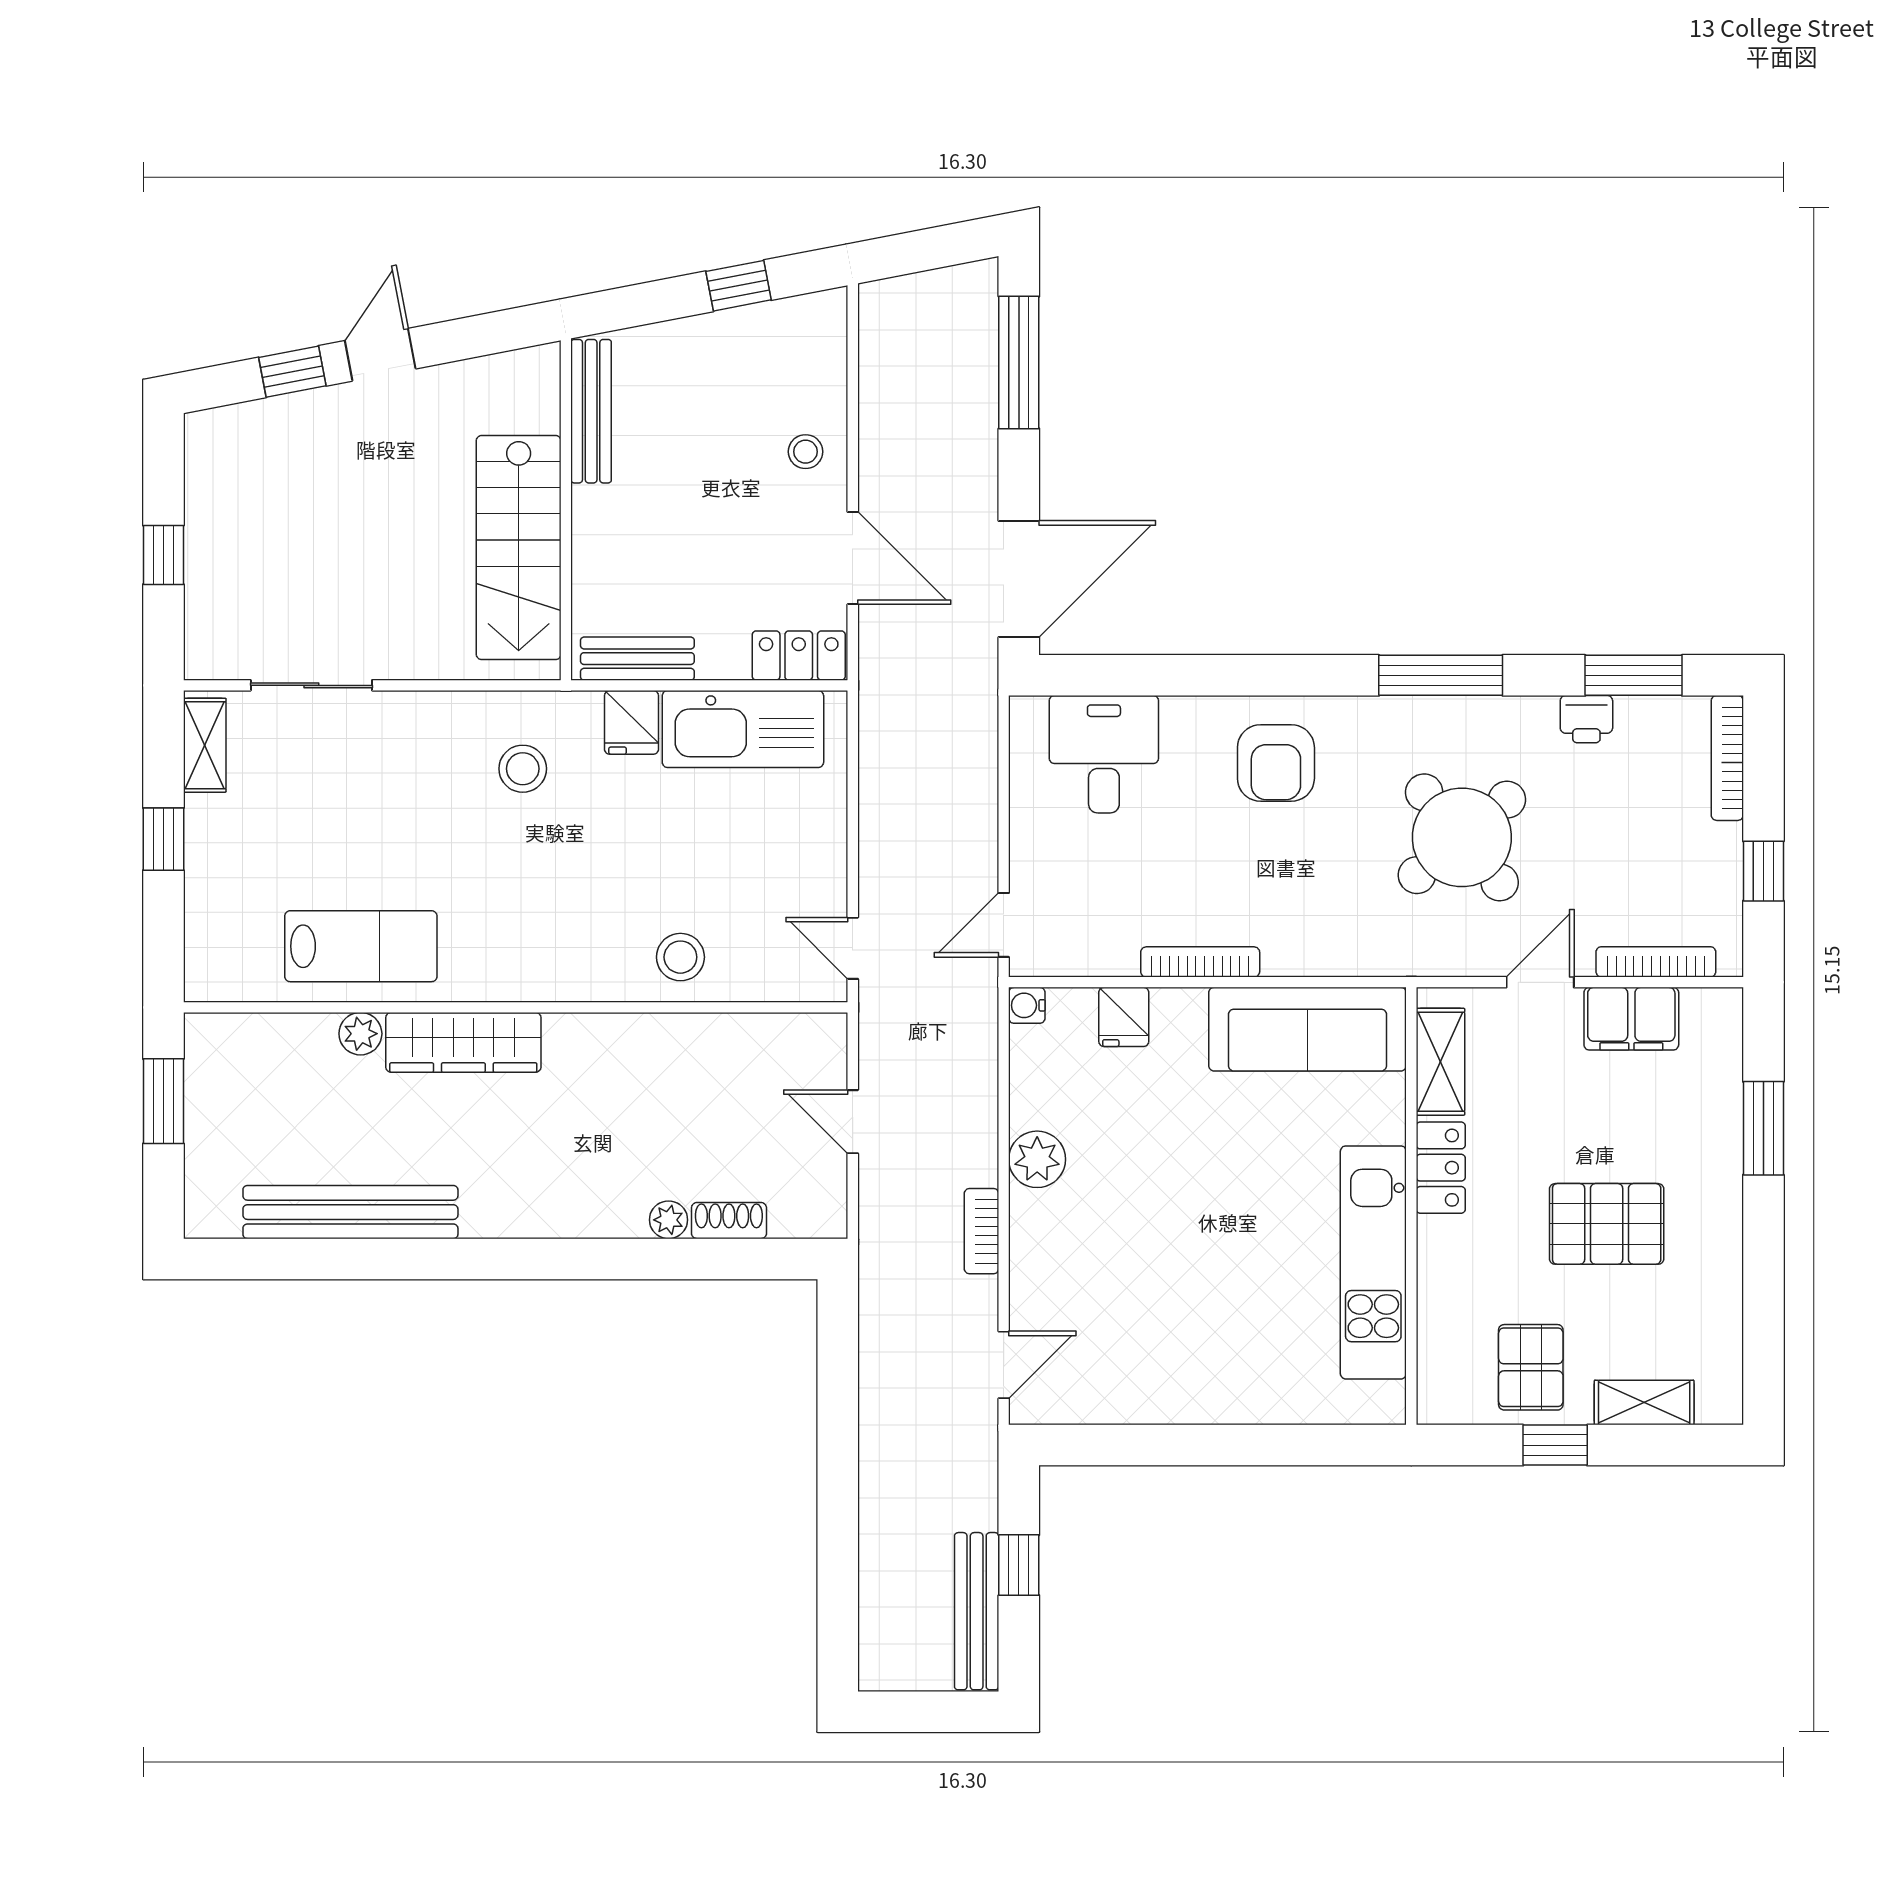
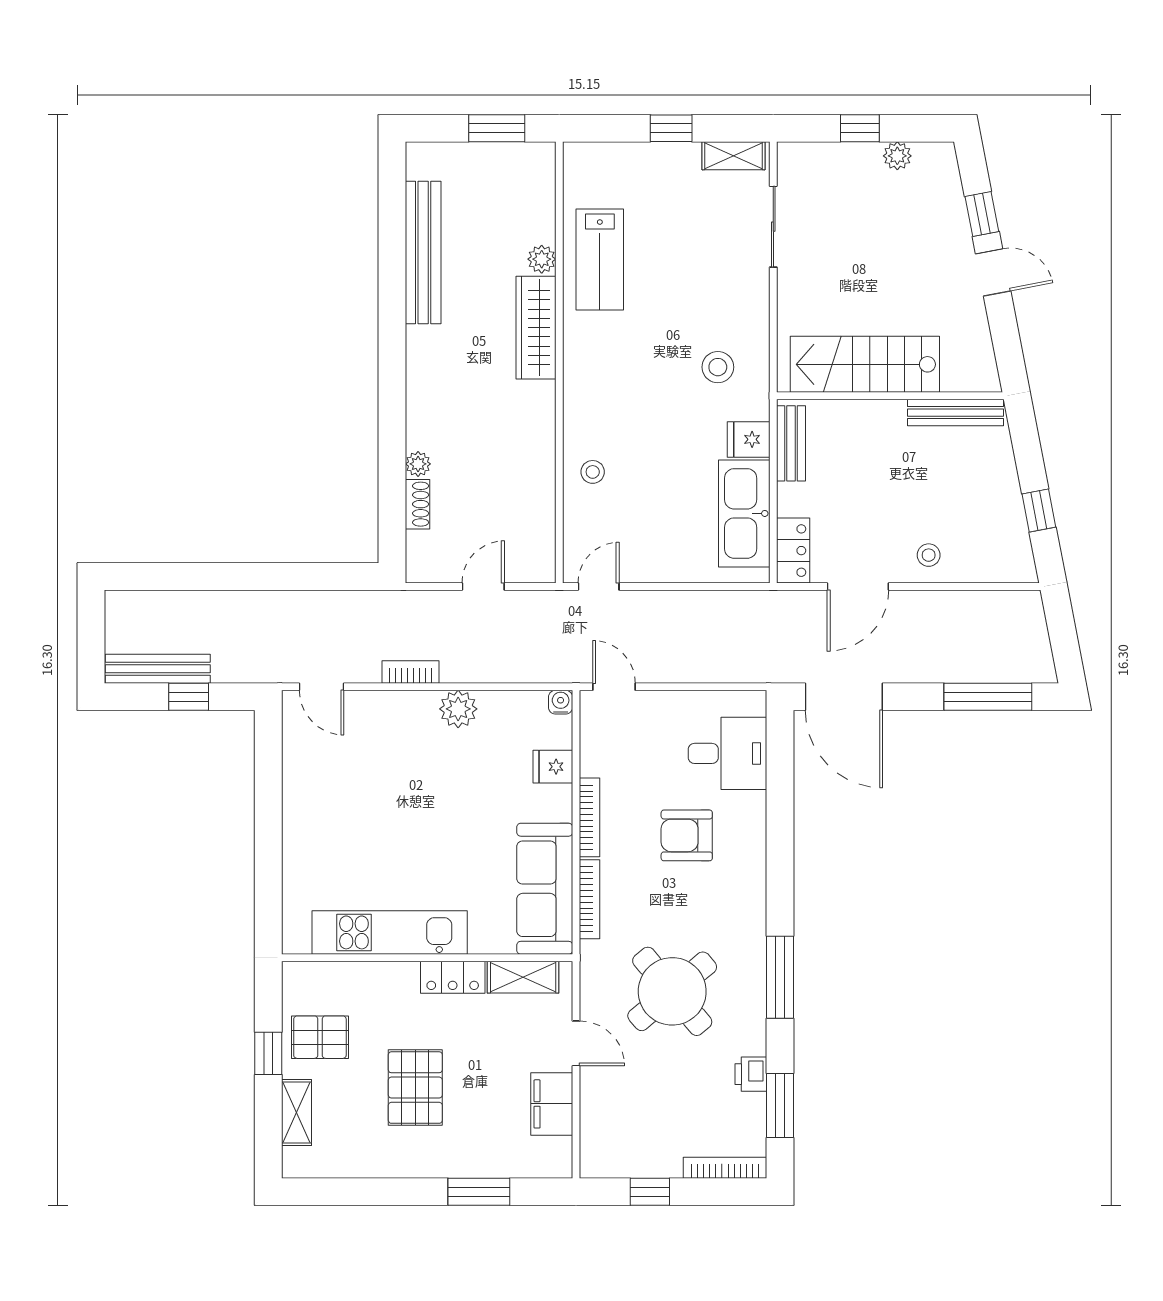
plant: (205, 499) -> (897, 156), added
armchair: (1276, 763) -> (687, 835), moved
stool: (680, 957) -> (593, 472), width x0.73, depth x0.73
bookcase: (1656, 962) -> (589, 899), moved

